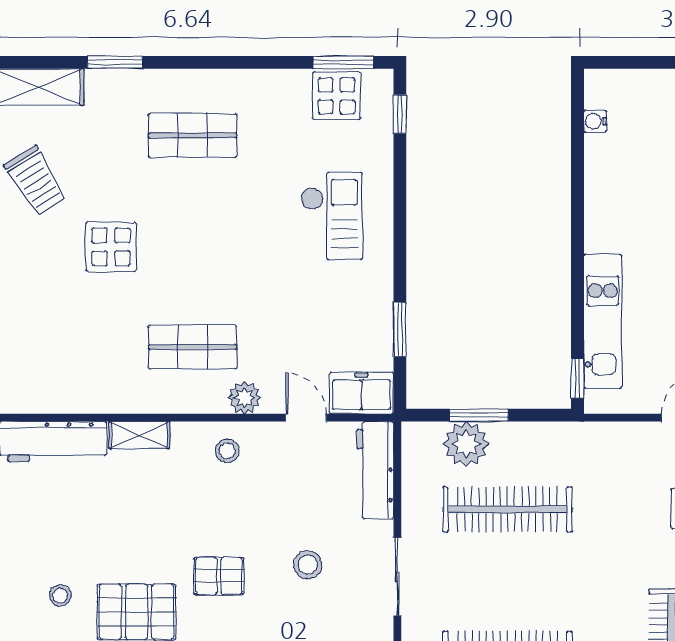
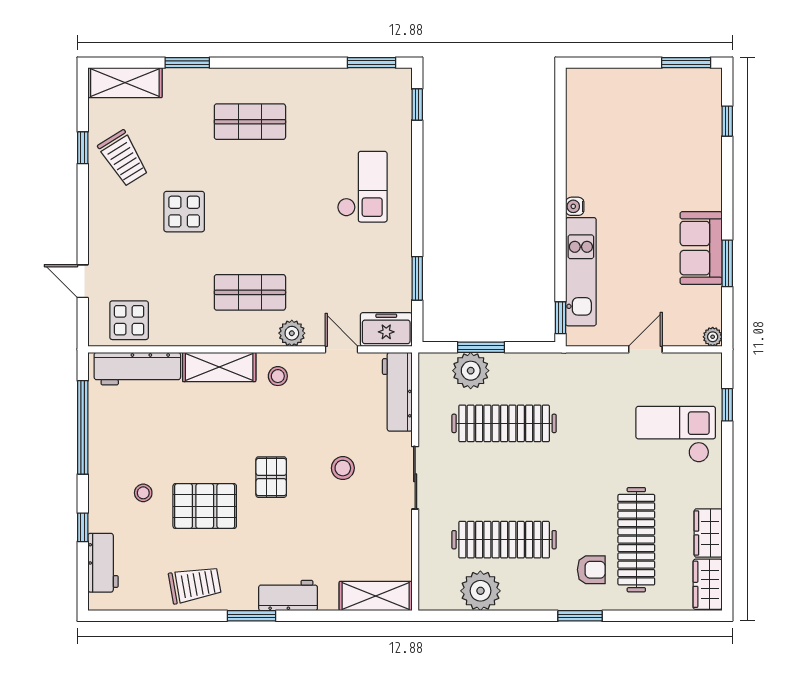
display table: (337, 96) -> (129, 320), moved
water cooler: (595, 121) -> (575, 206), moved
shelving: (139, 435) -> (219, 367), width x1.50, depth x1.33
pallet: (219, 576) -> (271, 477), turned 90

